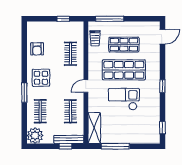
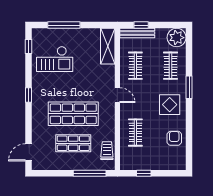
door: (86, 86) -> (117, 95), hinge flipped
checkout: (124, 99) -> (55, 59), moved
window: (115, 146) -> (64, 25), moved

